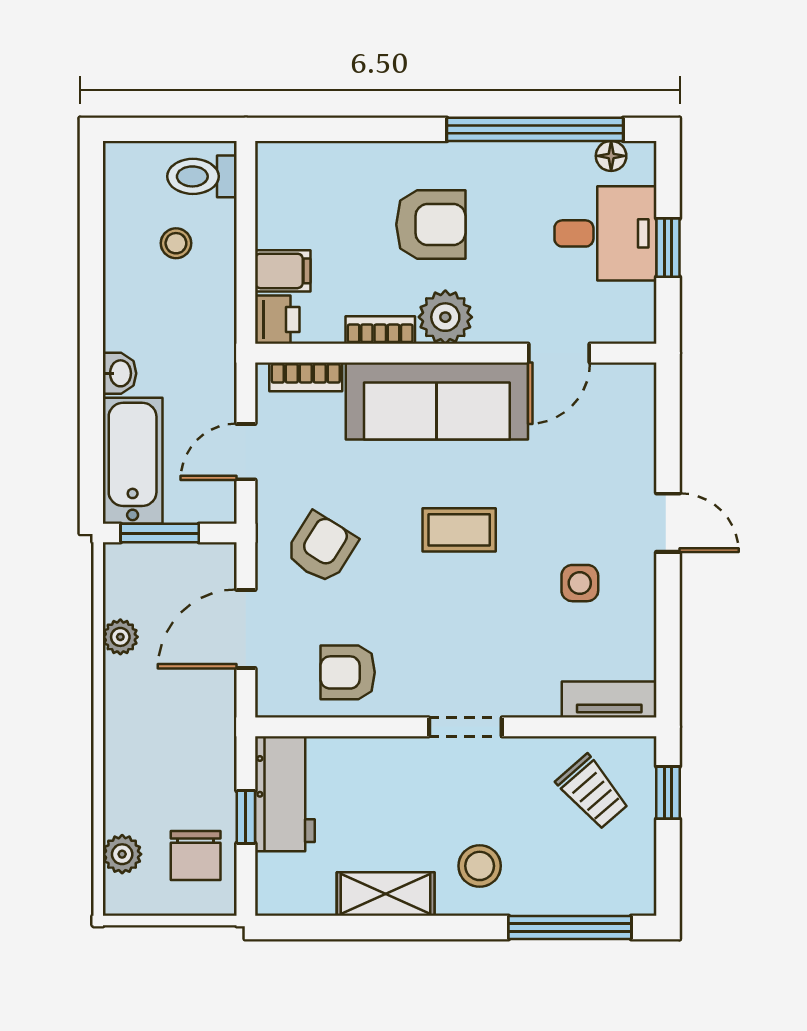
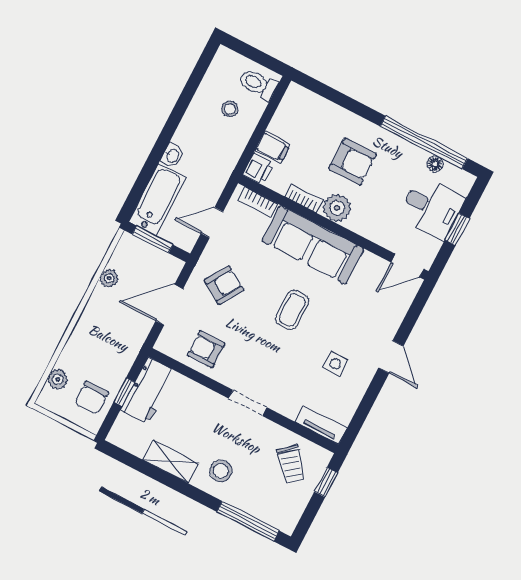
floor lamp: (611, 156) -> (435, 164), moved
door: (559, 353) -> (407, 266), moved
coffee table: (459, 530) -> (292, 310), turned 90

